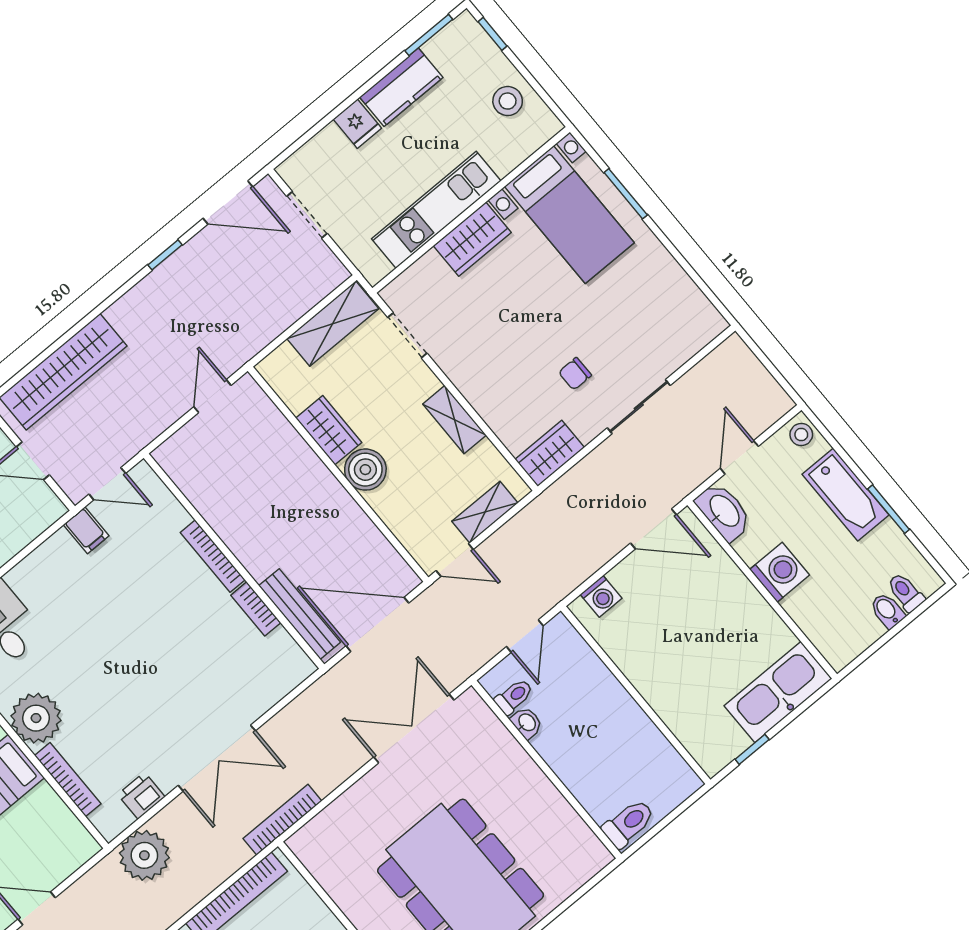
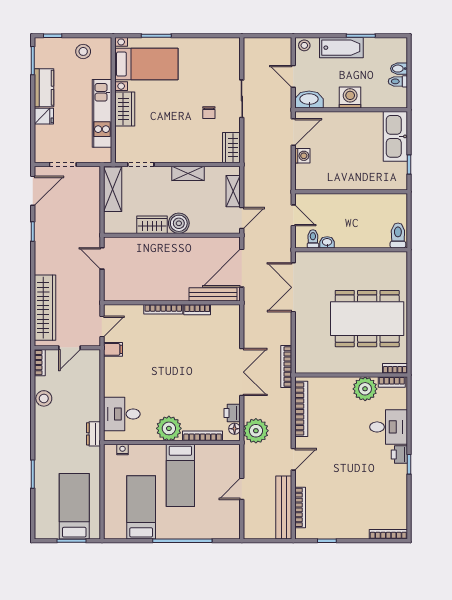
toilet: (906, 592) -> (398, 81), moved
washing machine: (601, 596) -> (302, 156), moved
floor lamp: (120, 820) -> (235, 429), added

